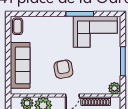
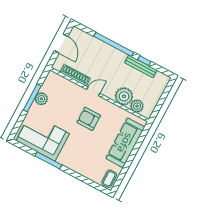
armchair: (63, 69) -> (89, 119), turned 100
plant: (114, 88) -> (41, 99), moved

